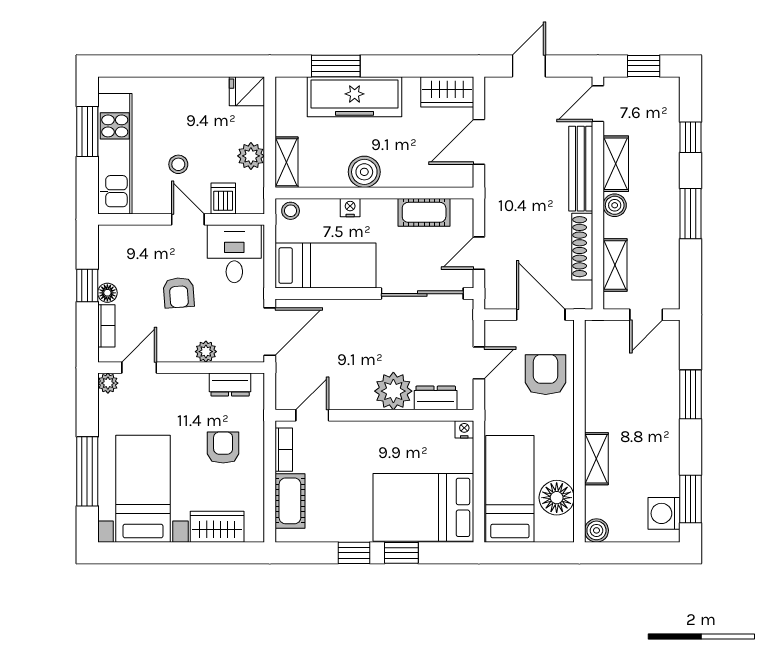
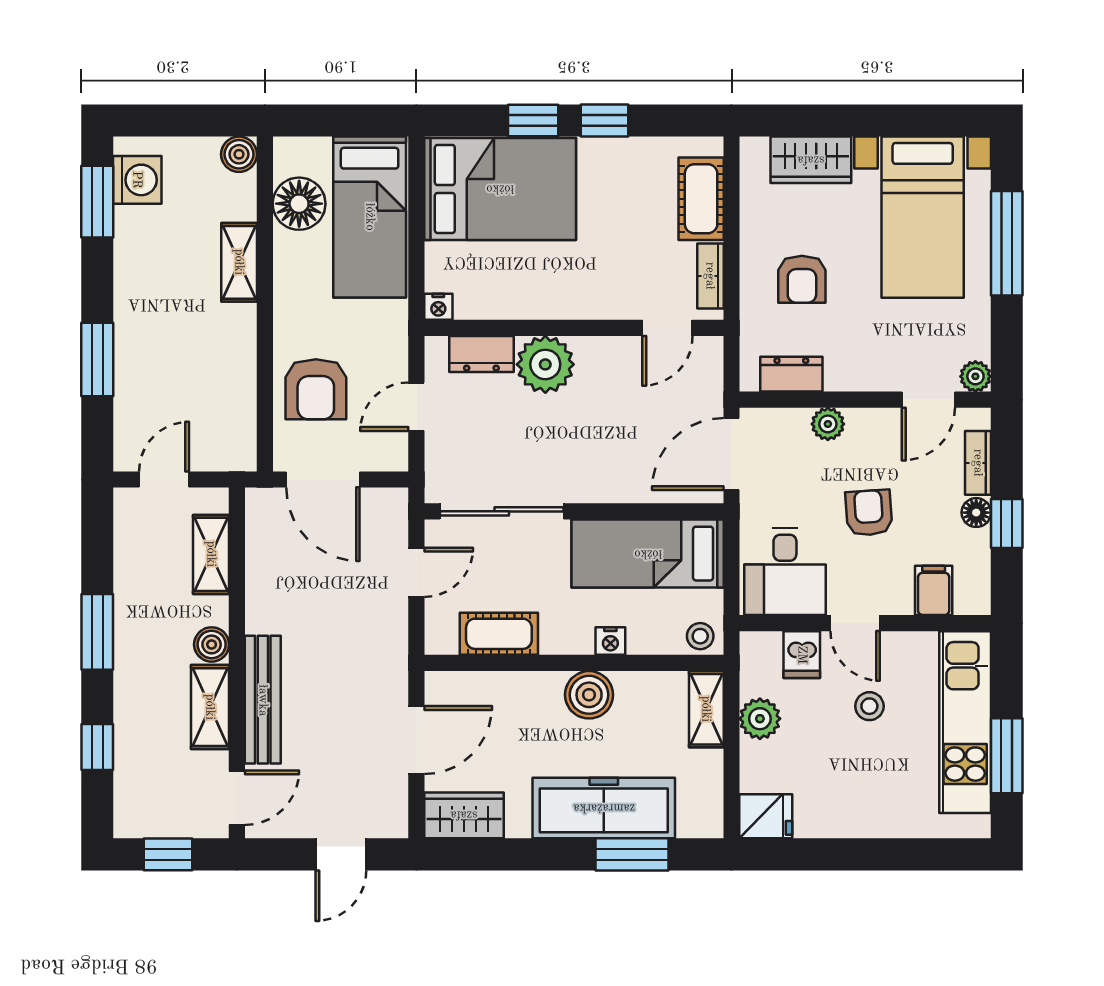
filing cabinet: (136, 241) -> (934, 590), added
shoe rack: (582, 247) -> (260, 582), removed

